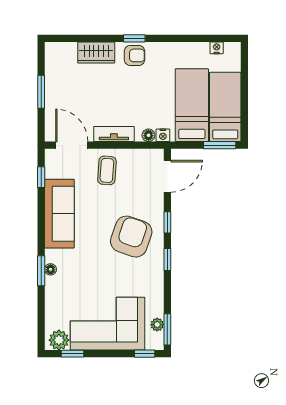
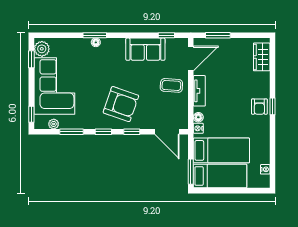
wardrobe: (96, 52) -> (262, 57), moved
window: (41, 92) -> (218, 35), moved
sofa: (59, 214) -> (145, 49), width x0.73
window: (167, 329) -> (72, 132), moved

